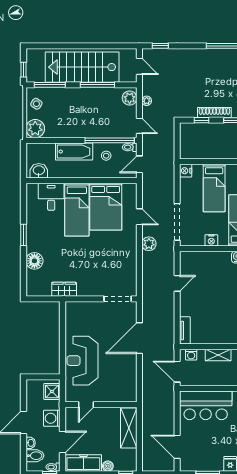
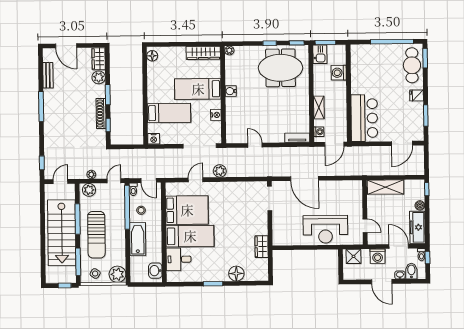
sun lounger: (80, 106) -> (96, 235), added

